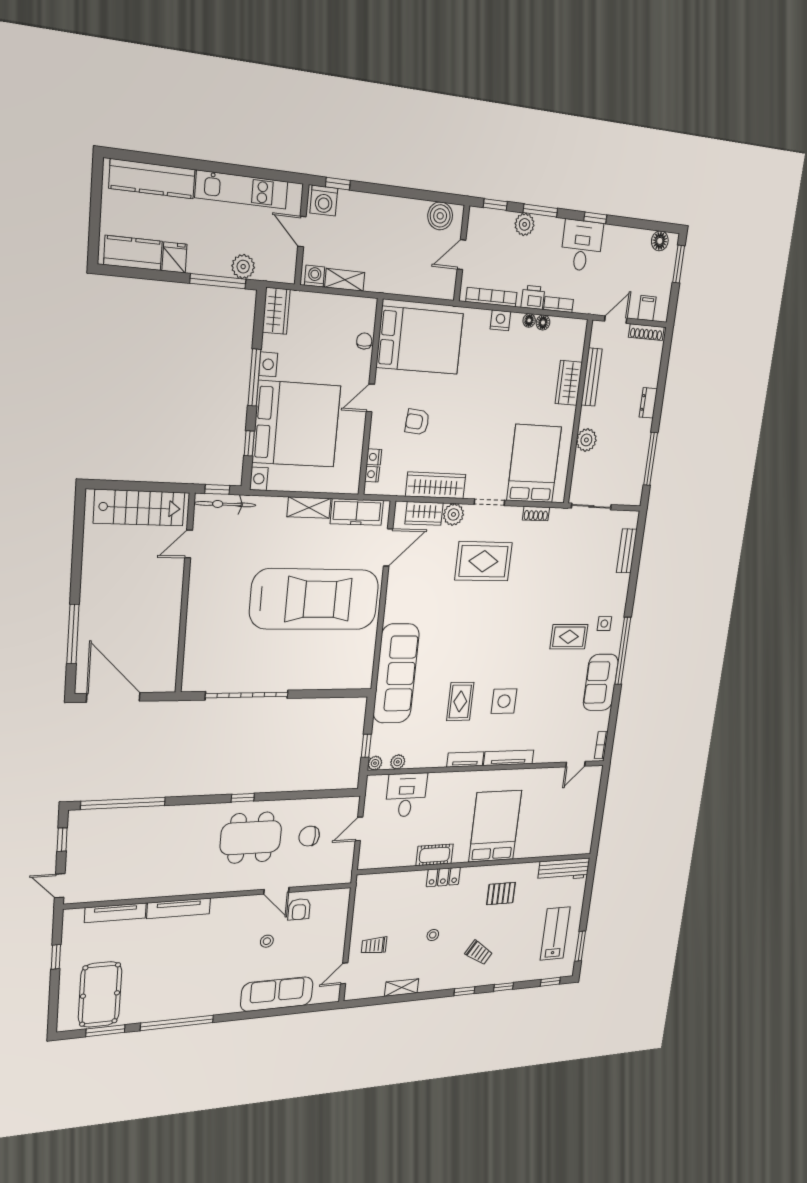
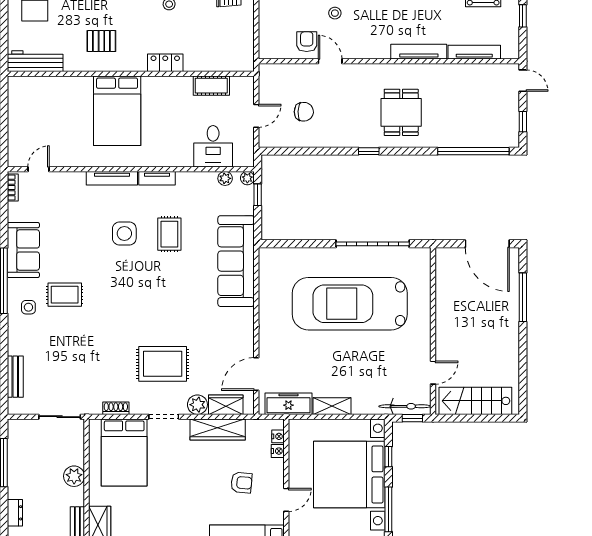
car: (315, 599) -> (350, 304), moved
dining table: (251, 838) -> (401, 112), moved, width x0.73
cot: (435, 855) -> (211, 86), moved

